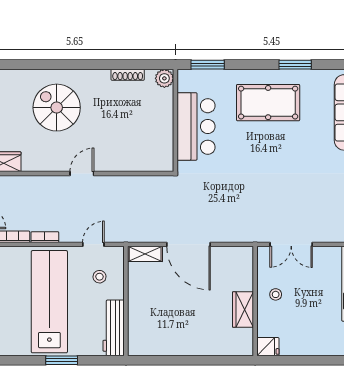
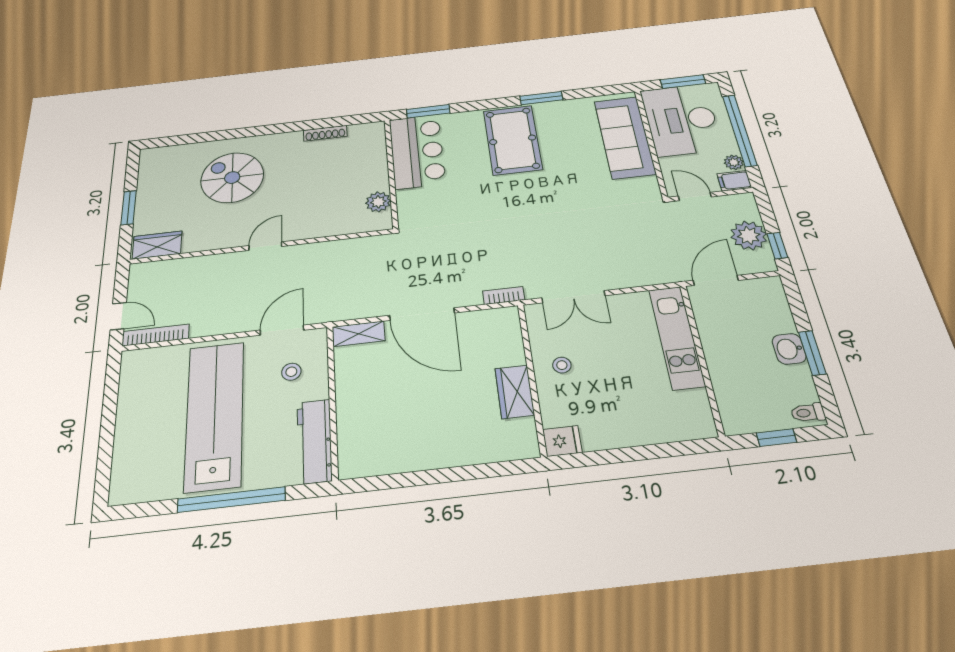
plant: (164, 78) -> (378, 202), moved
pool table: (268, 103) -> (513, 140), turned 90
bar counter: (196, 126) -> (417, 151), moved
bookcase: (45, 237) -> (504, 295), moved
door: (93, 244) -> (282, 330), width x1.38
window: (62, 360) -> (231, 500), width x2.11

